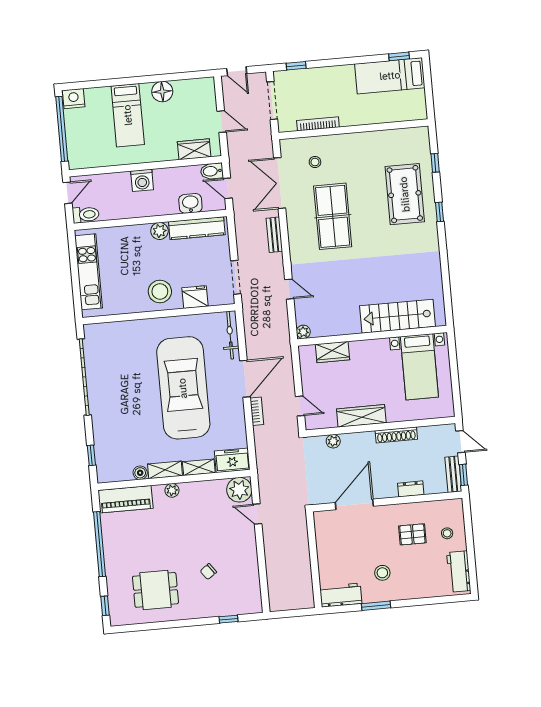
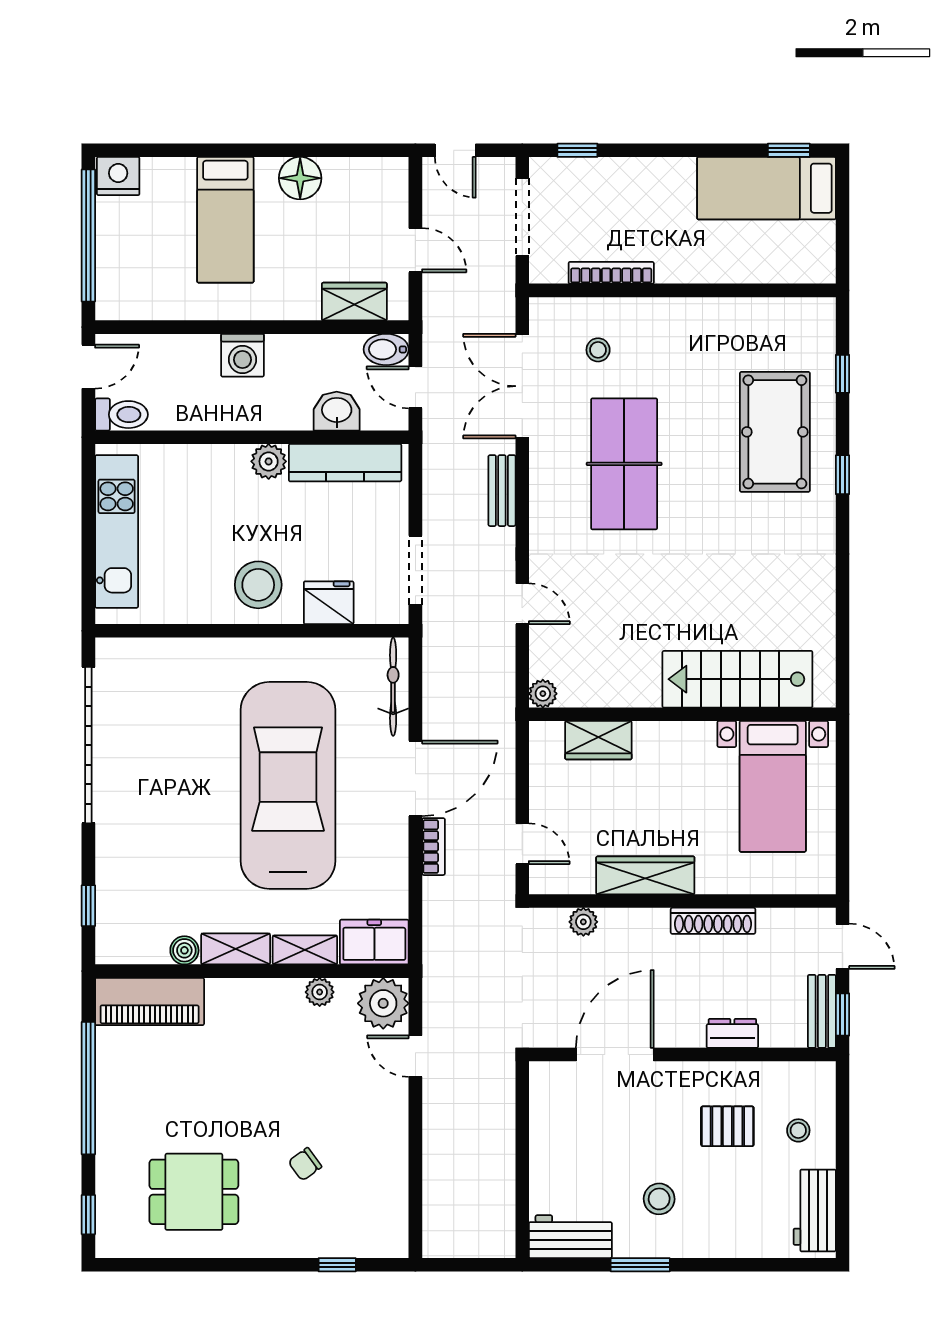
plant: (172, 490) -> (320, 992), moved

